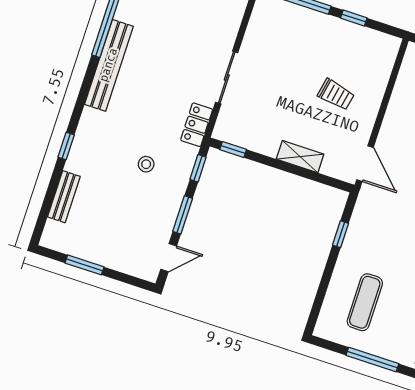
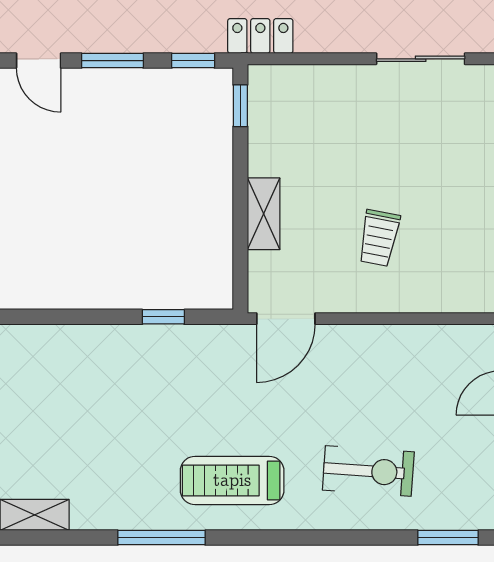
sliding door: (227, 77) -> (421, 59), moved
exercise mat: (365, 302) -> (70, 389), removed

